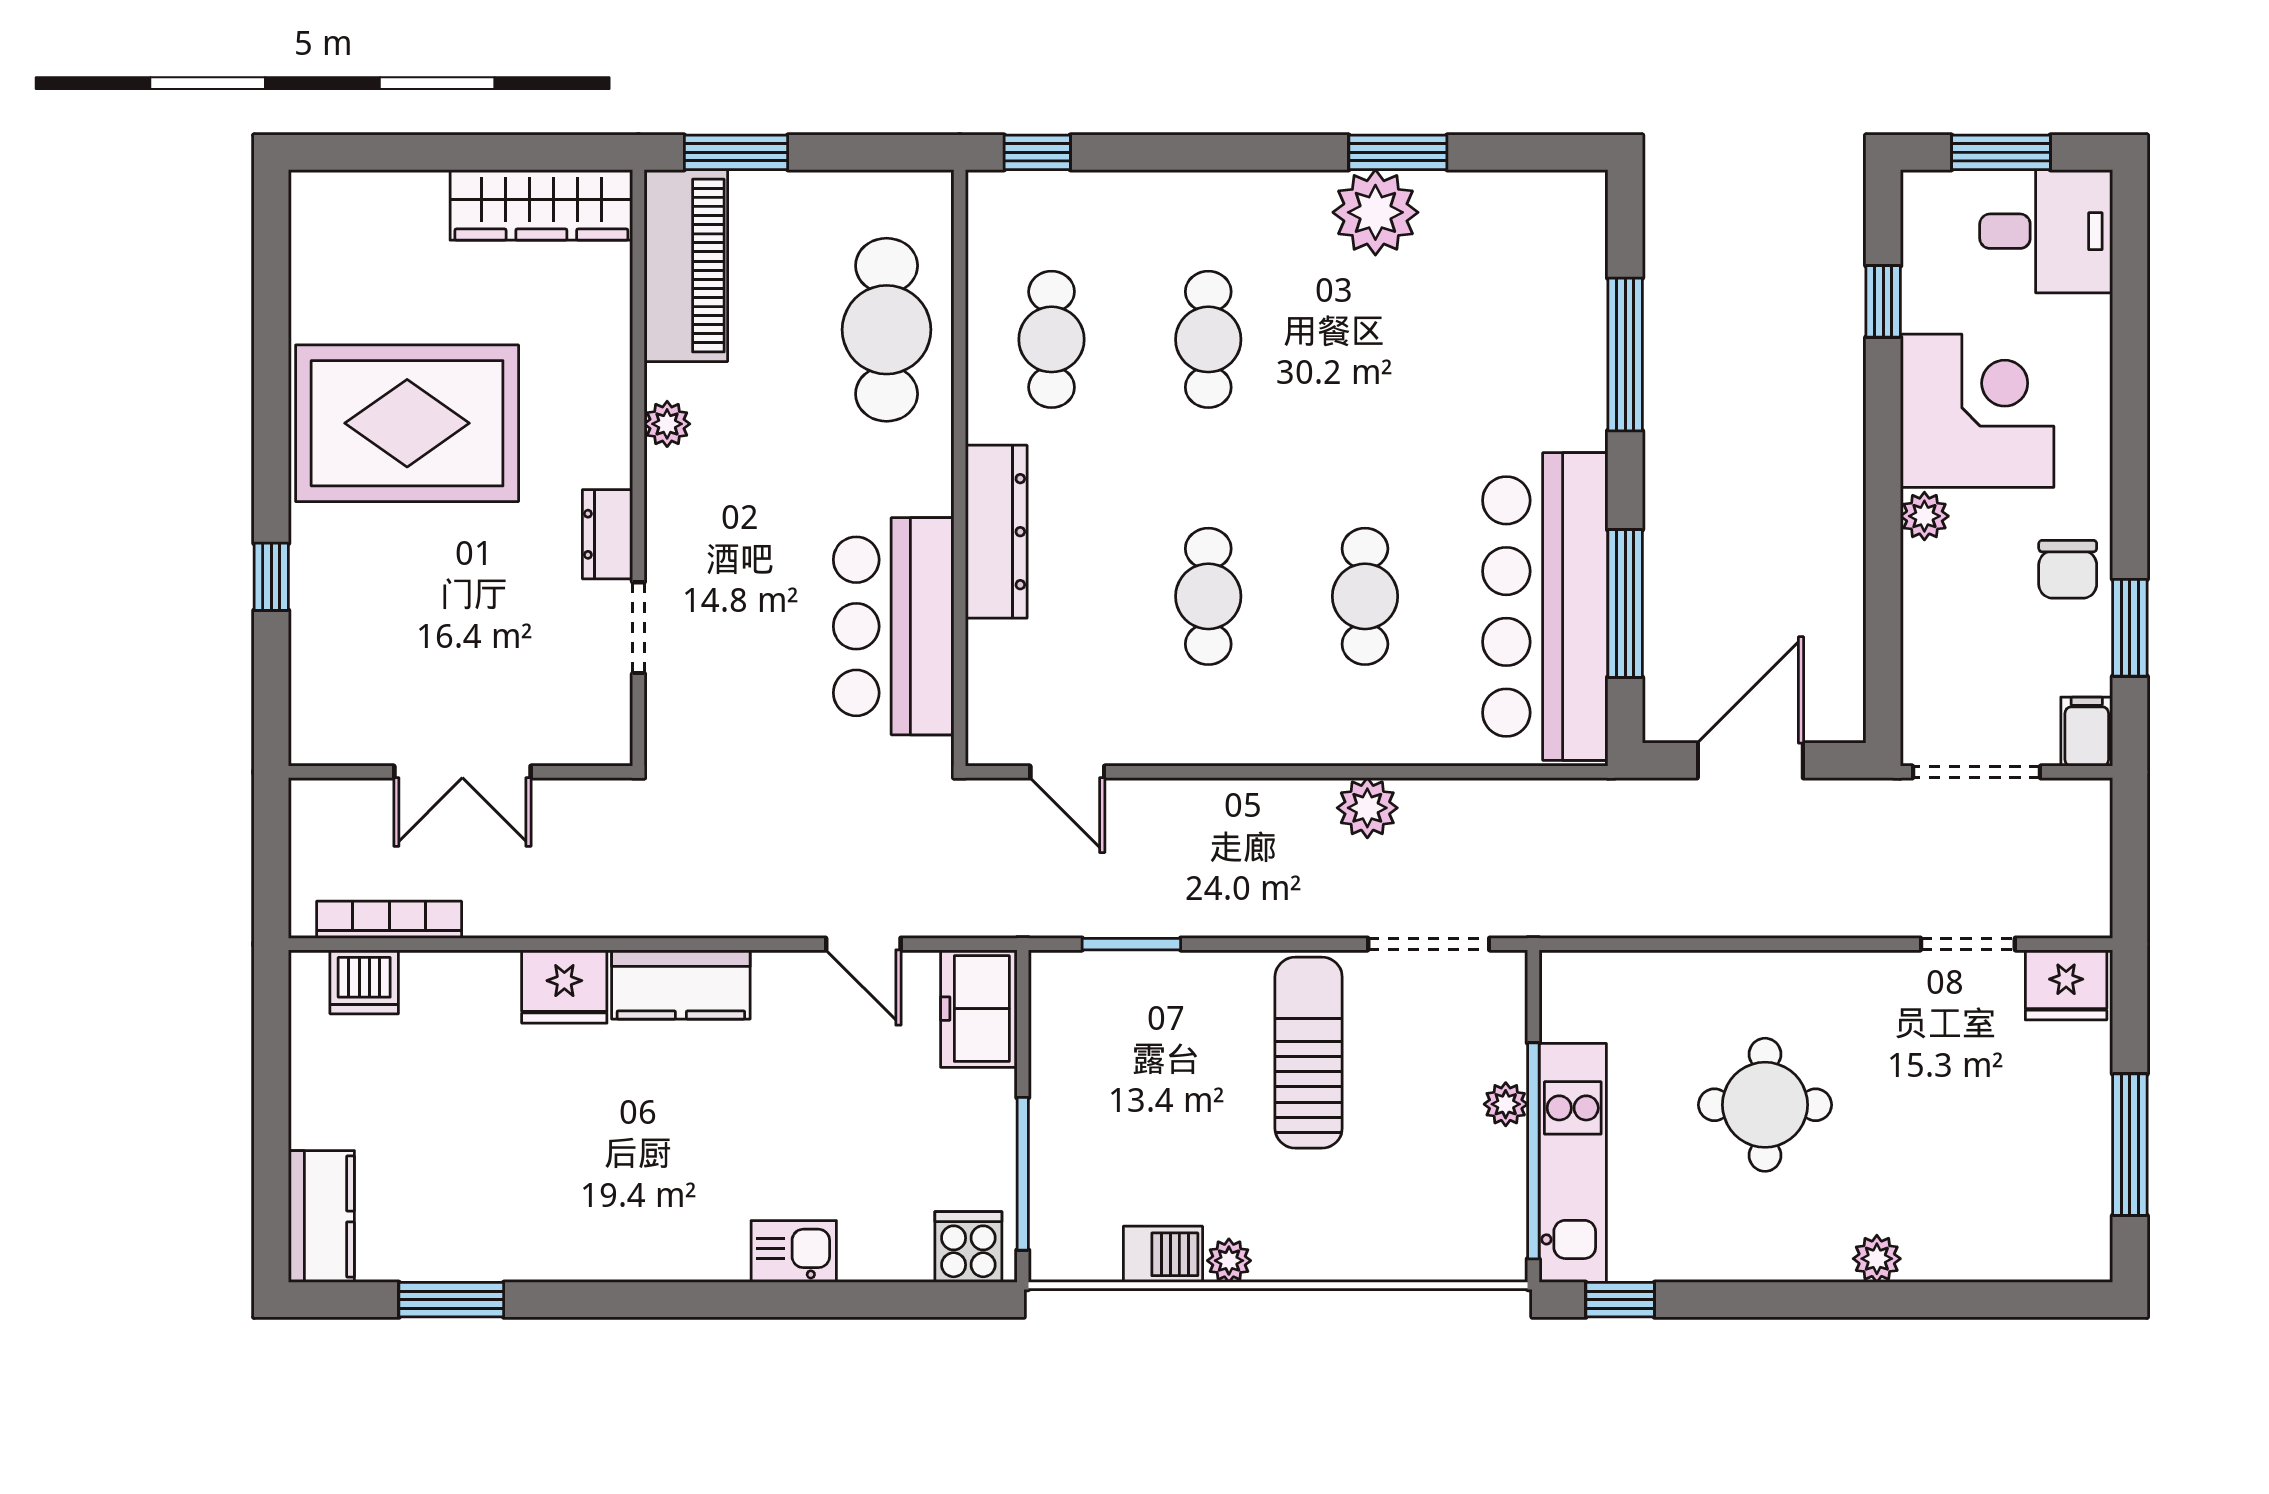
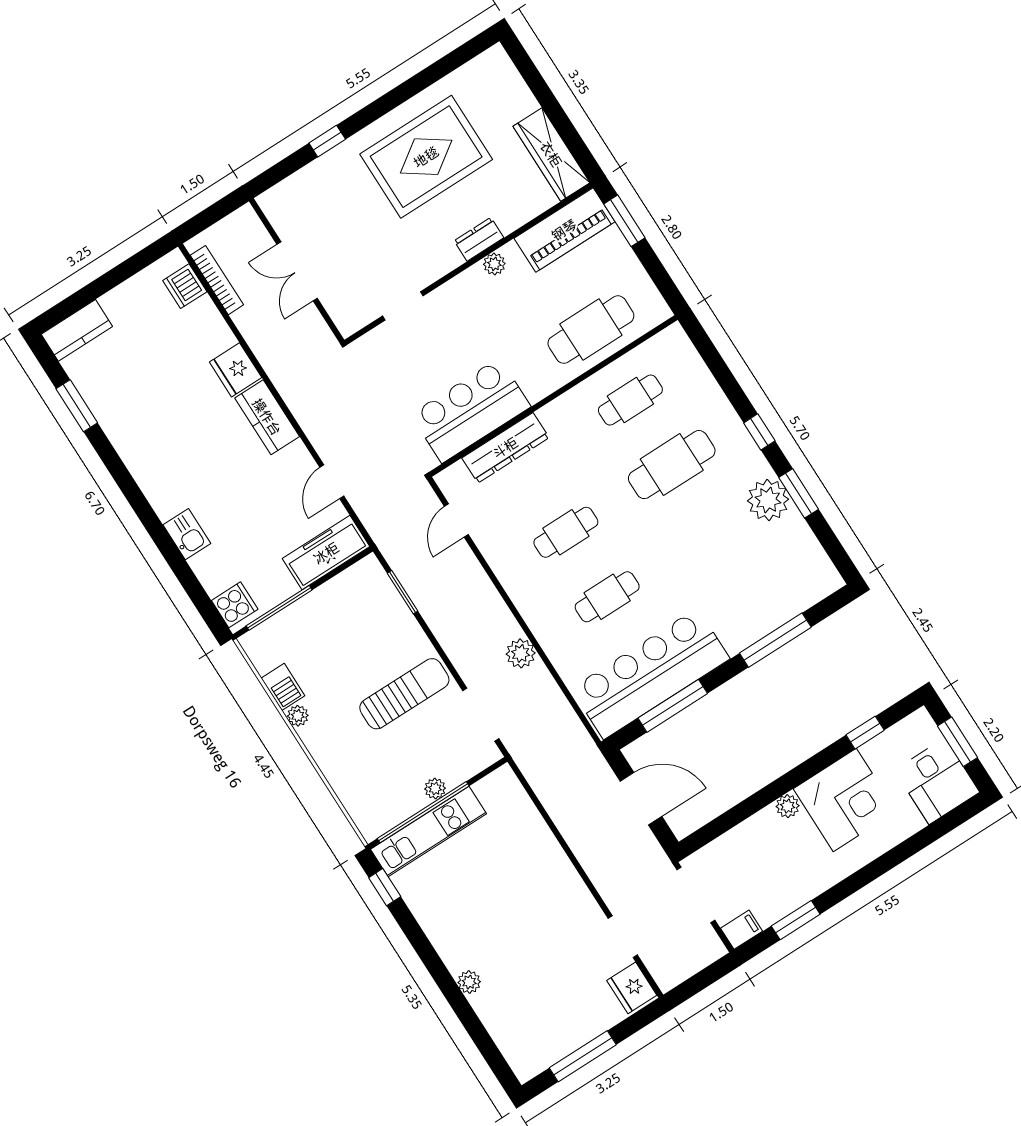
window: (1037, 152) -> (759, 432), moved
cafe table: (1208, 339) -> (672, 465), width x1.37, depth x1.35
rug: (407, 423) -> (426, 157), turned 90
dresser: (996, 532) -> (505, 448), moved
dresser: (608, 534) -> (479, 239), moved
chair: (2068, 569) -> (803, 879), removed
freezer: (979, 1009) -> (326, 553), width x1.40
round table: (1765, 1105) -> (503, 895), removed

